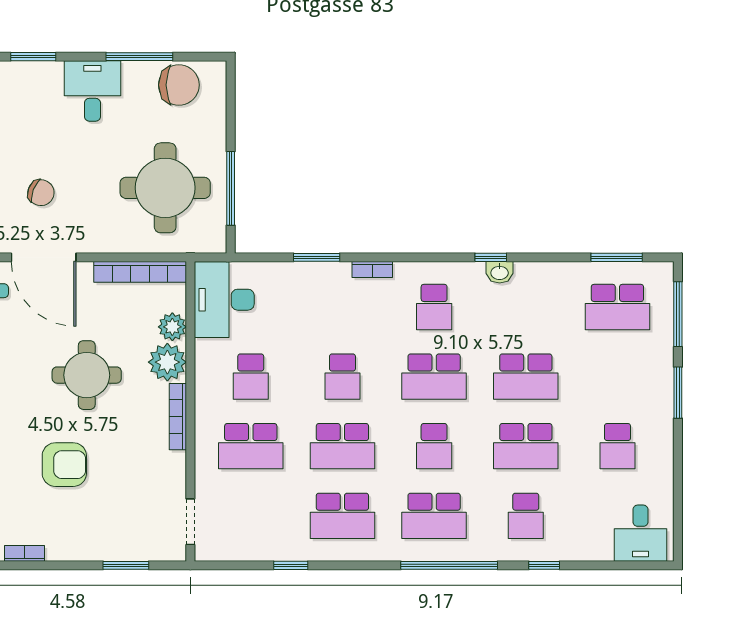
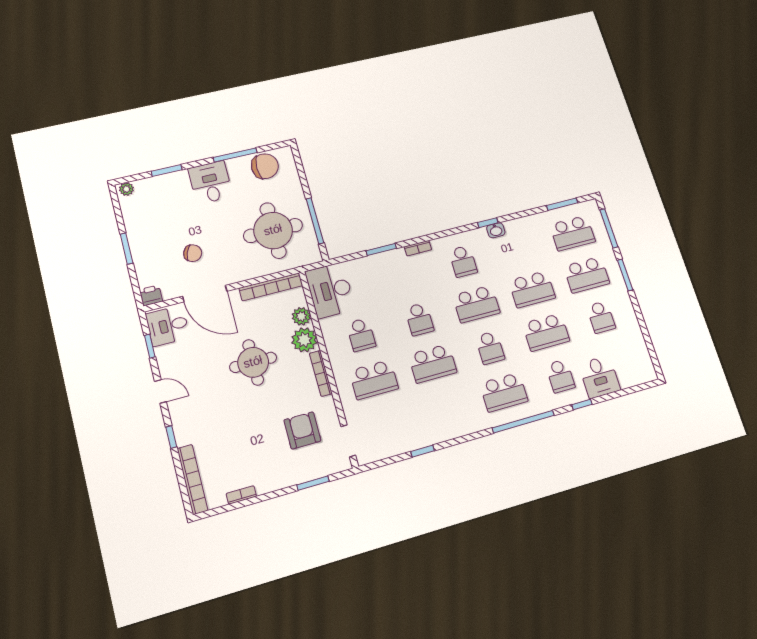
armchair: (64, 465) -> (302, 430), moved, turned -90
school desk: (342, 516) -> (587, 275), moved
desk: (640, 533) -> (599, 377), moved

